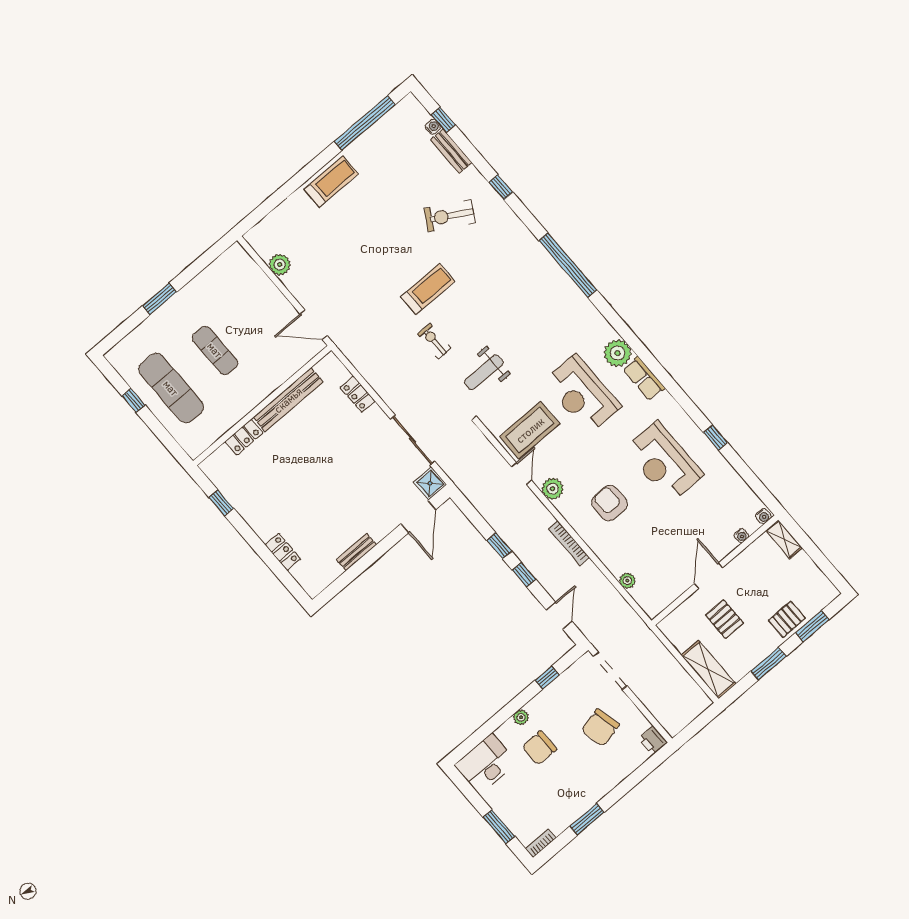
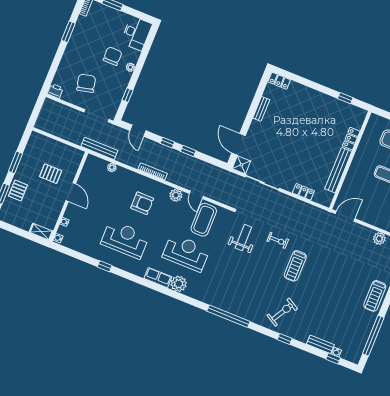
exercise bike: (450, 216) -> (282, 312), moved
locker: (283, 552) -> (279, 81), moved
bench: (631, 619) -> (99, 148), added
shelving: (708, 670) -> (45, 143), removed

